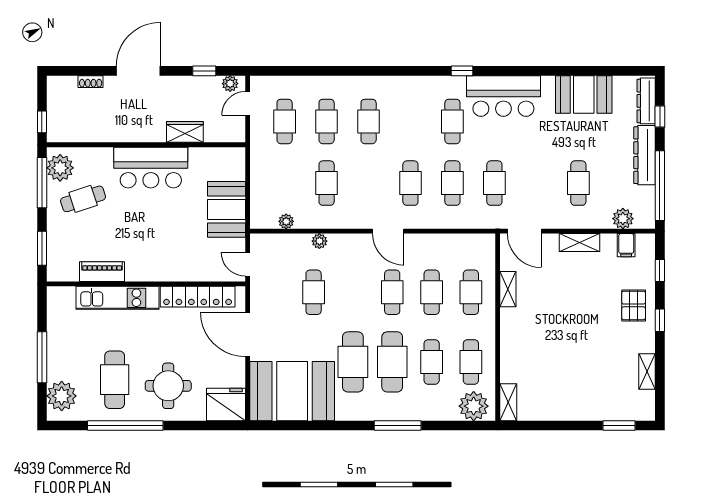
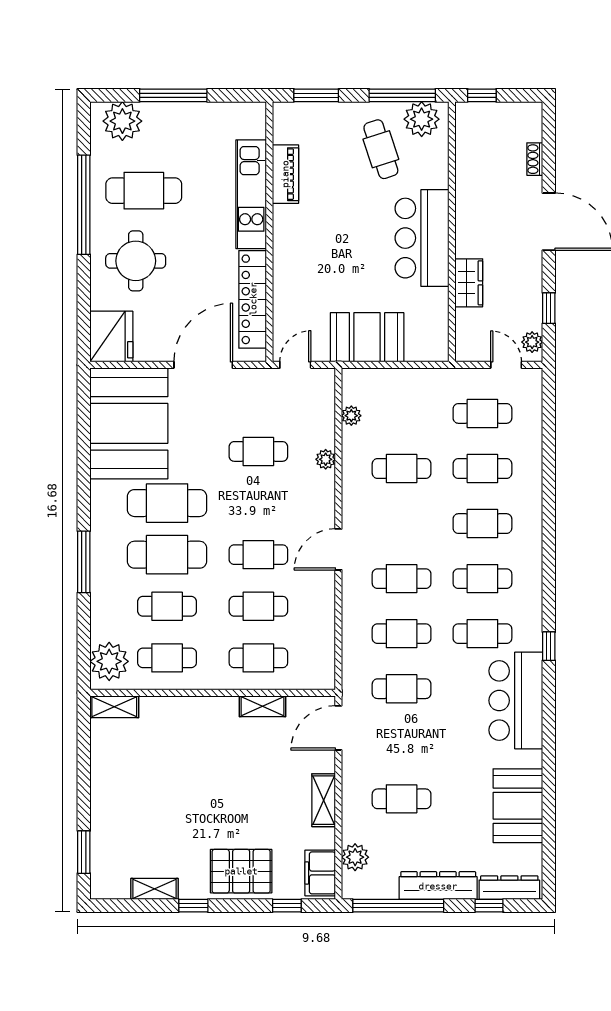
cafe table: (410, 121) -> (482, 579), added
filing cabinet: (626, 245) -> (320, 873), width x2.00
pallet: (634, 305) -> (241, 871), width x1.50, depth x1.42
window: (660, 320) -> (193, 906), moved

